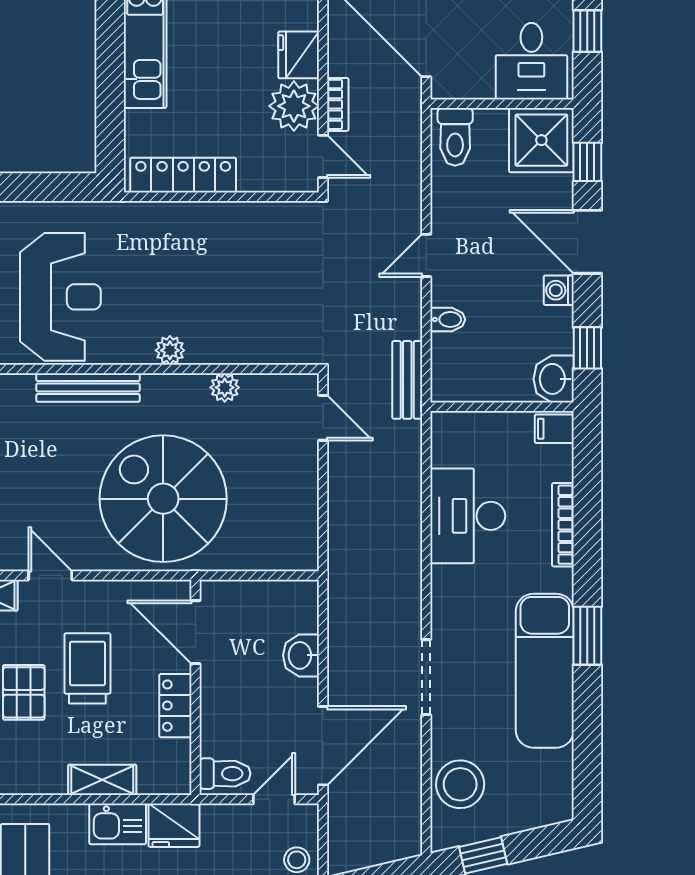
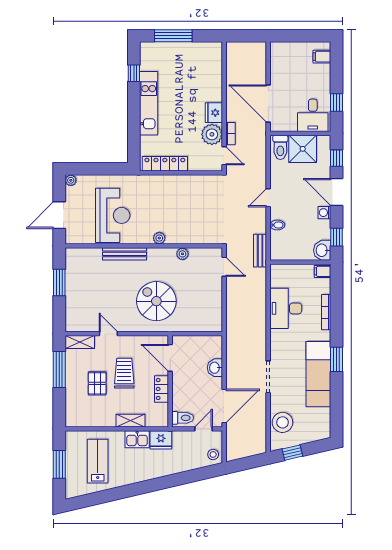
shower: (541, 140) -> (303, 149), moved
spiral stairs: (163, 499) -> (156, 301), width x0.73, depth x0.73

